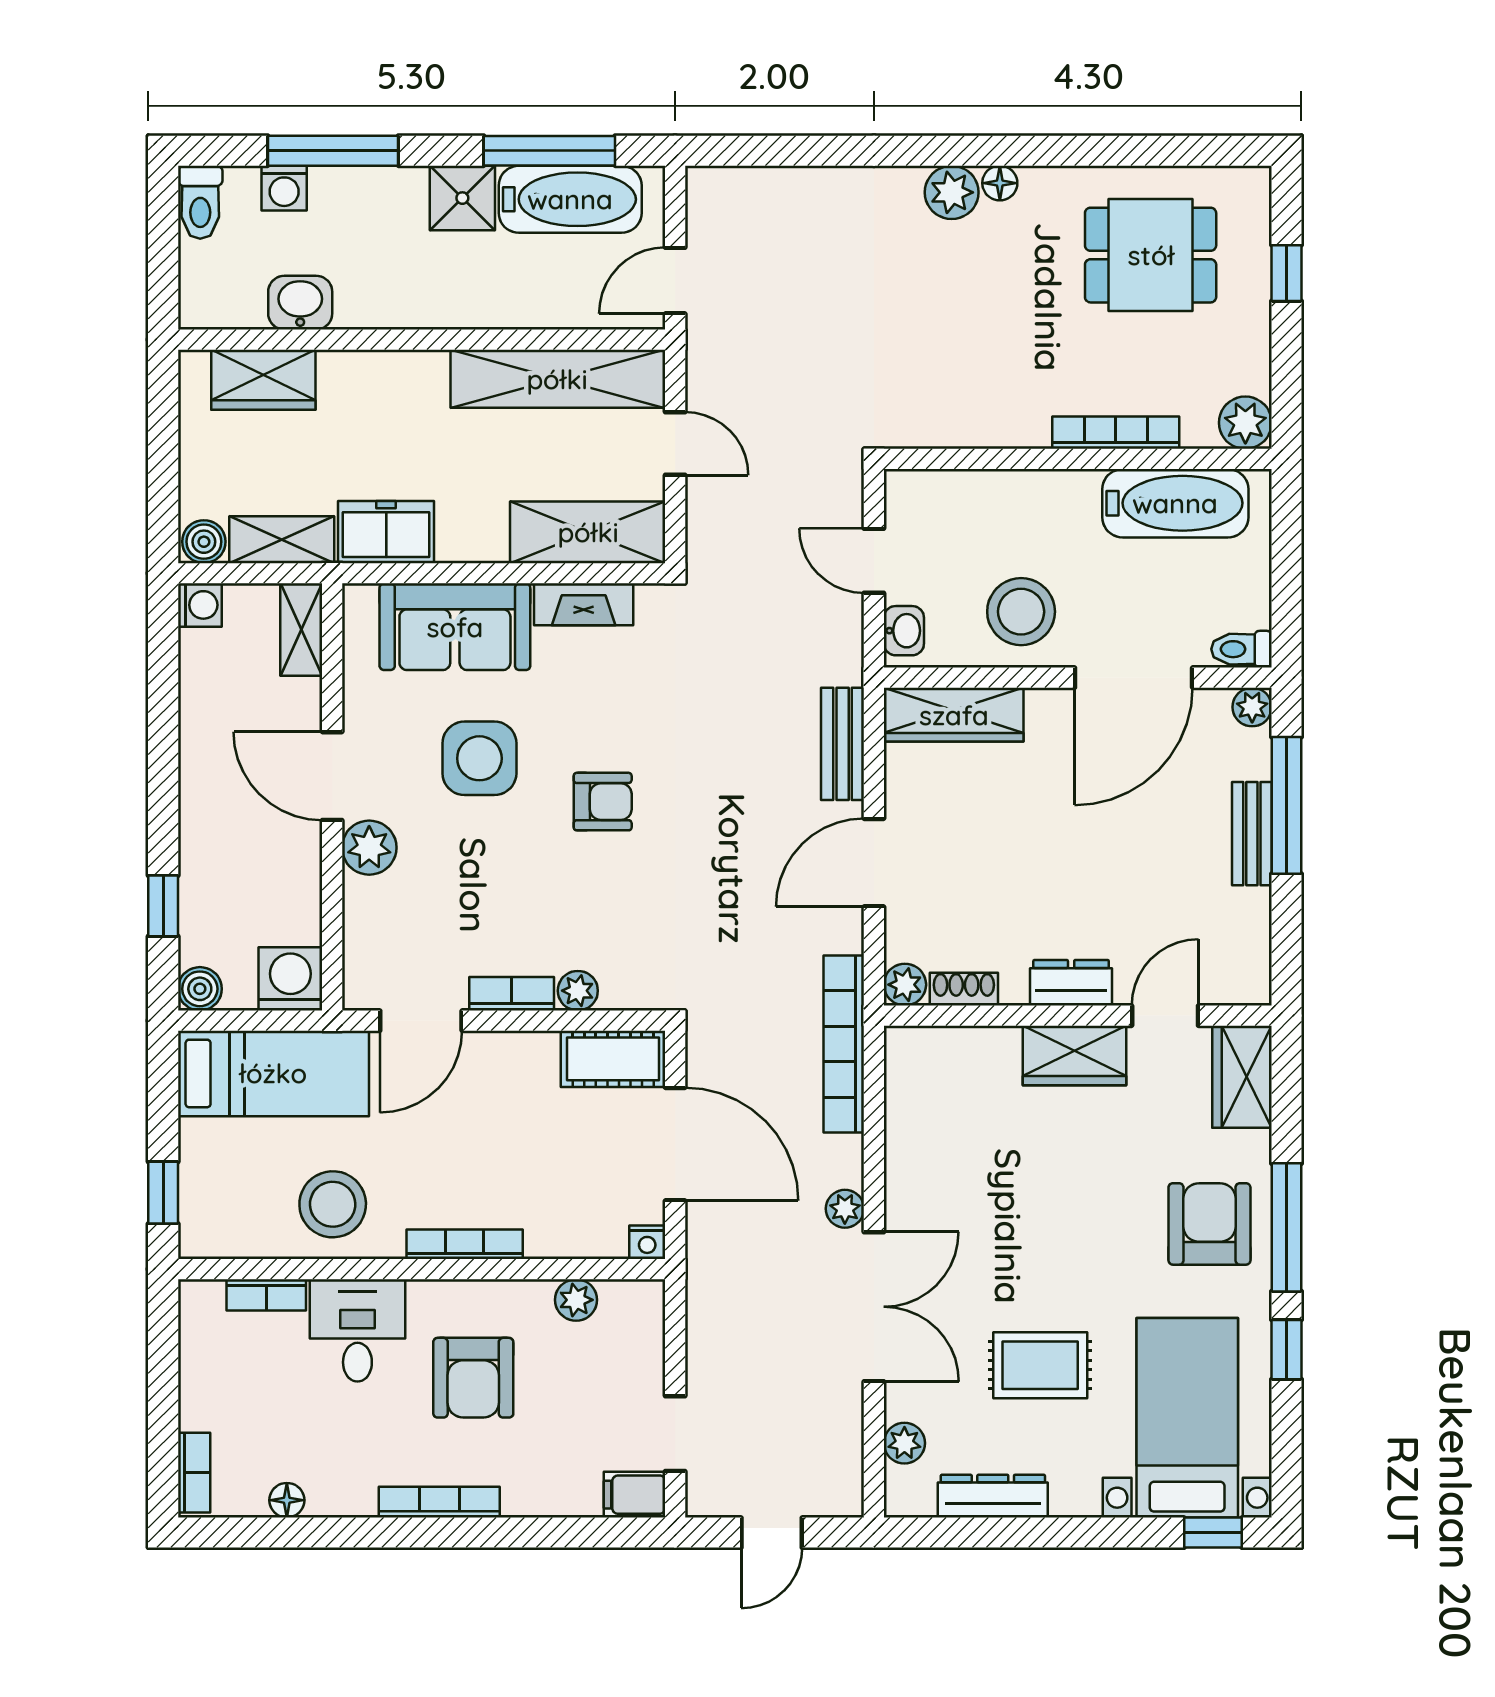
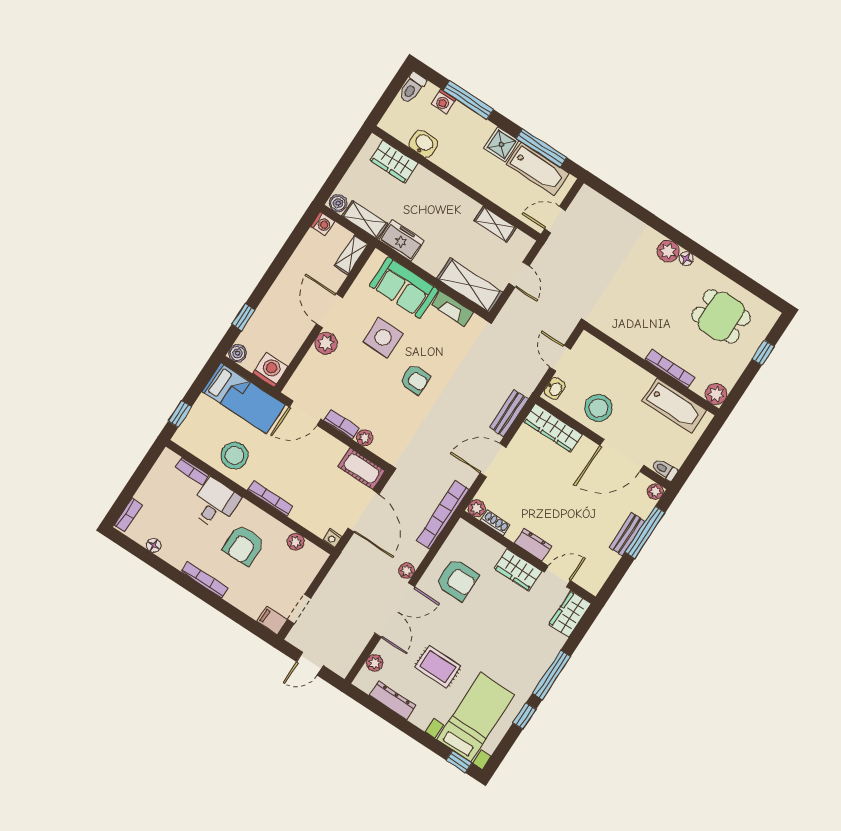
shelving: (557, 379) -> (495, 224), width x0.45, depth x0.75
armchair: (1209, 1224) -> (457, 580), moved, turned 90

